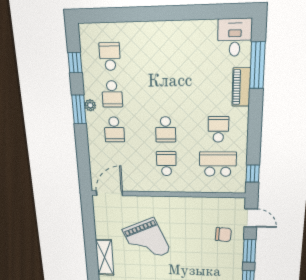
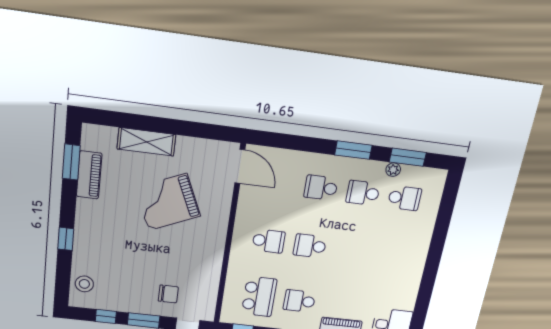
window: (75, 63) -> (408, 157), width x1.50
plant: (90, 105) -> (393, 170), moved
school desk: (218, 129) -> (299, 301), turned 180
chair: (223, 235) -> (168, 294), turned -94

